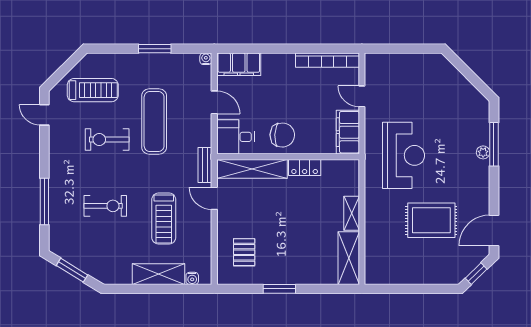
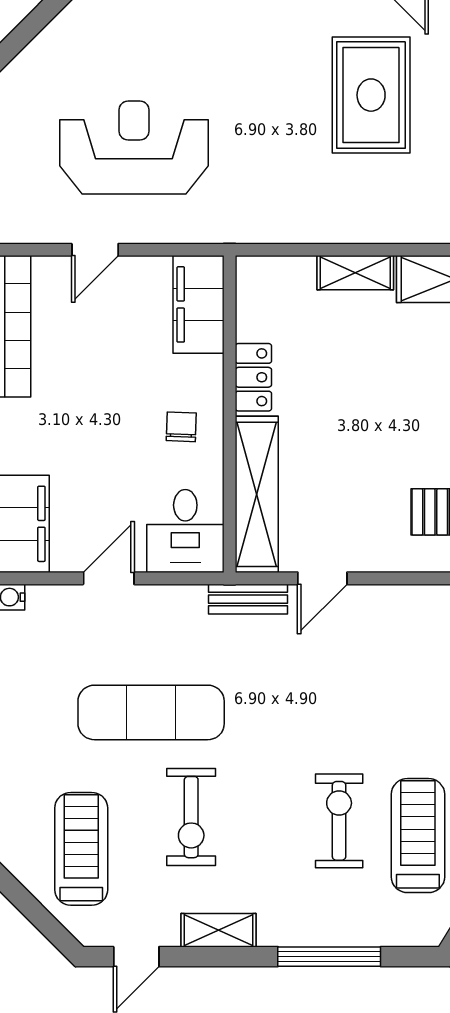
filing cabinet: (348, 132) -> (198, 304), moved, turned 90
chair: (282, 135) -> (181, 427), width x0.54, depth x0.54
shelving: (56, 152) -> (218, 930), added
reception desk: (404, 155) -> (134, 148), moved
treadmill: (164, 219) -> (418, 836), moved, turned -90

